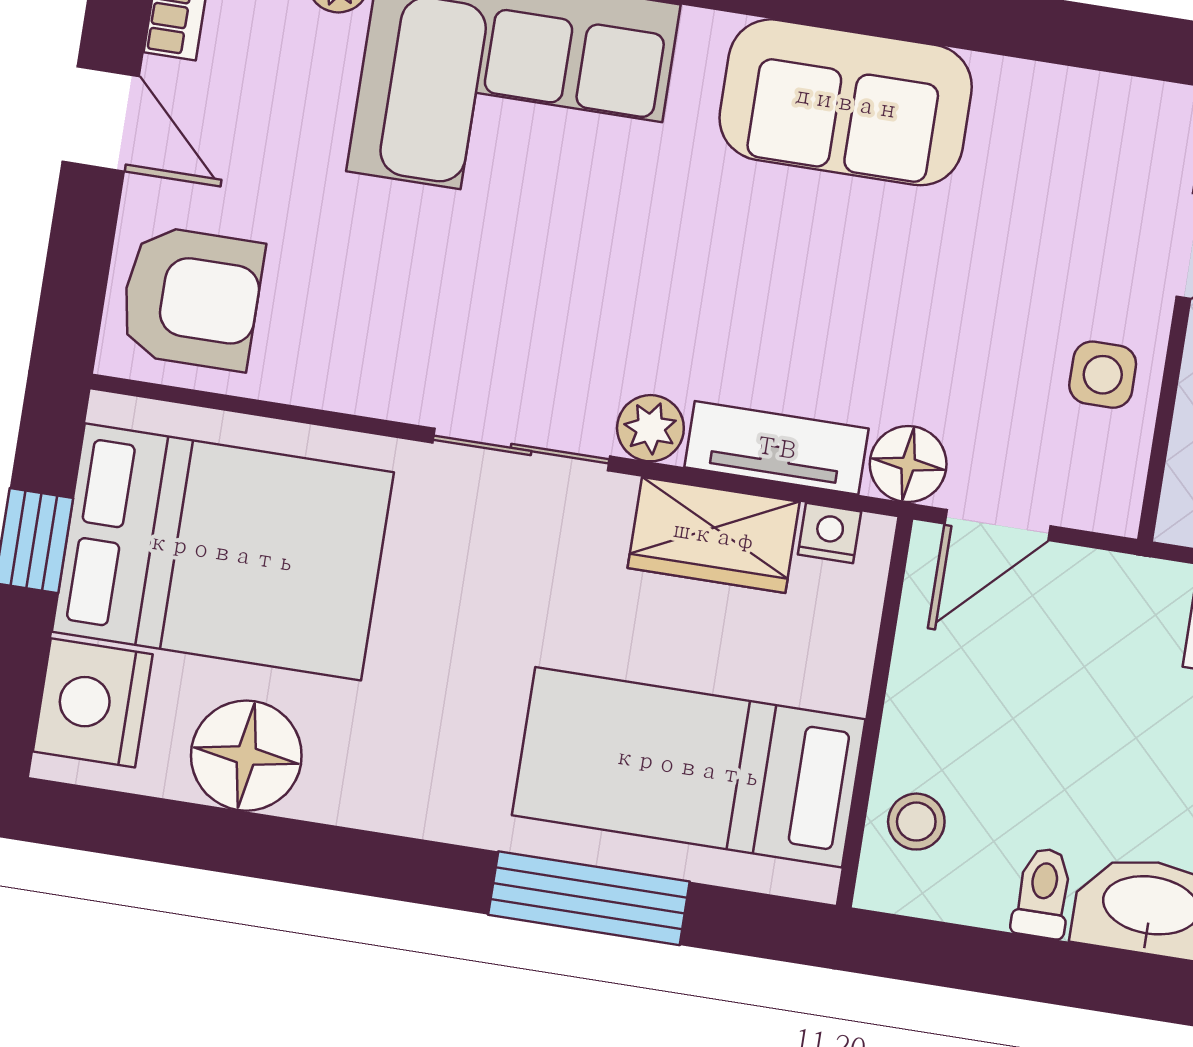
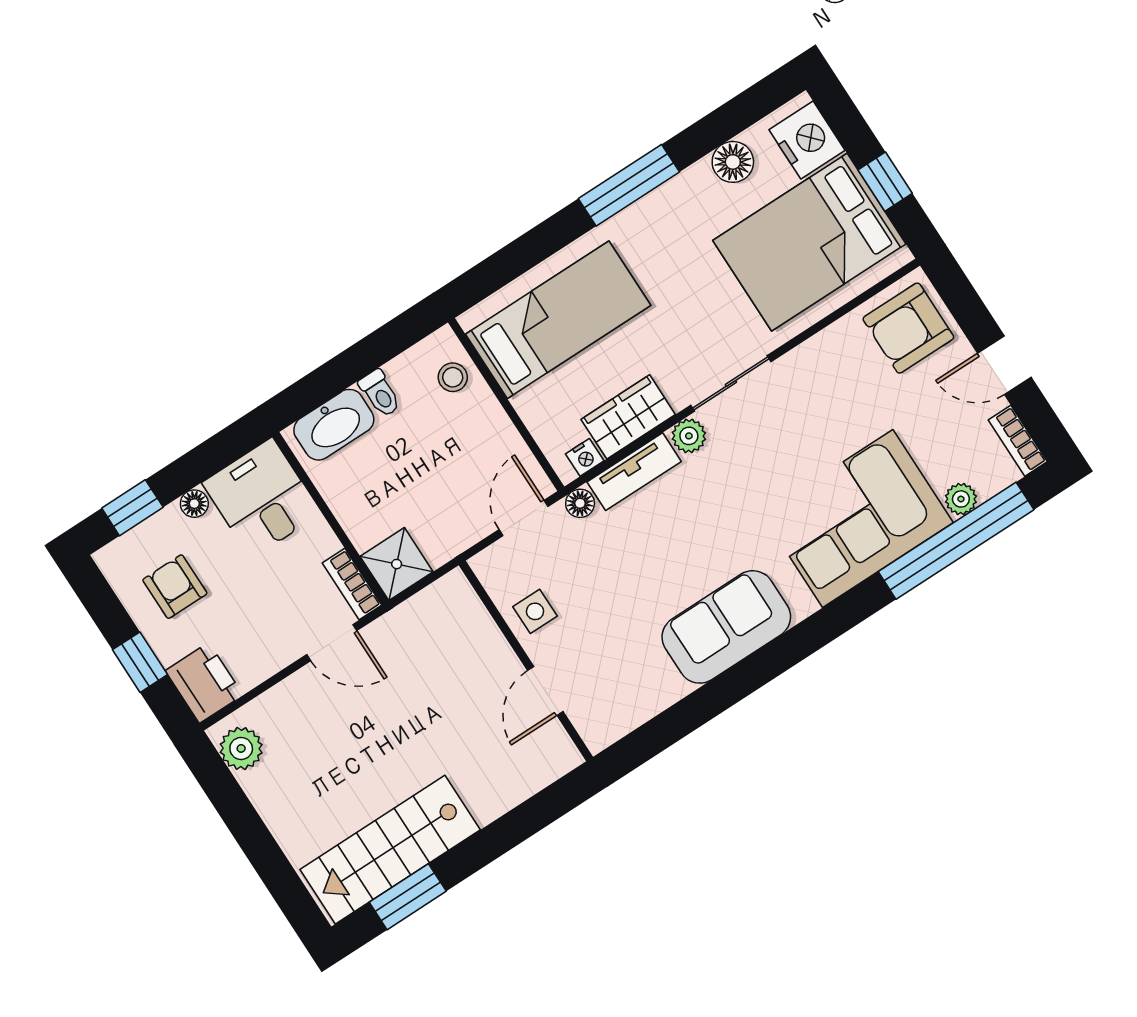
floor lamp: (908, 464) -> (580, 503), width x0.73, depth x0.73
floor lamp: (246, 756) -> (733, 162), width x0.73, depth x0.73
window: (589, 898) -> (629, 185), moved

